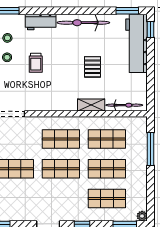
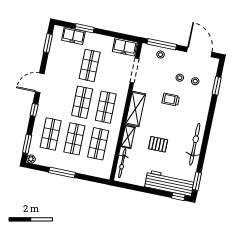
workbench: (41, 22) -> (202, 110), removed
shelving: (56, 103) -> (136, 109), added
window: (150, 149) -> (62, 173), moved

